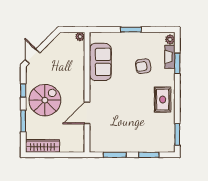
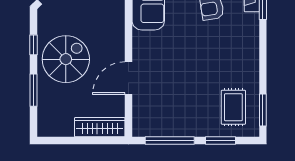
rug: (163, 100) -> (233, 107), moved
wardrobe: (42, 146) -> (100, 127), moved
window: (115, 155) -> (170, 140), width x1.44

